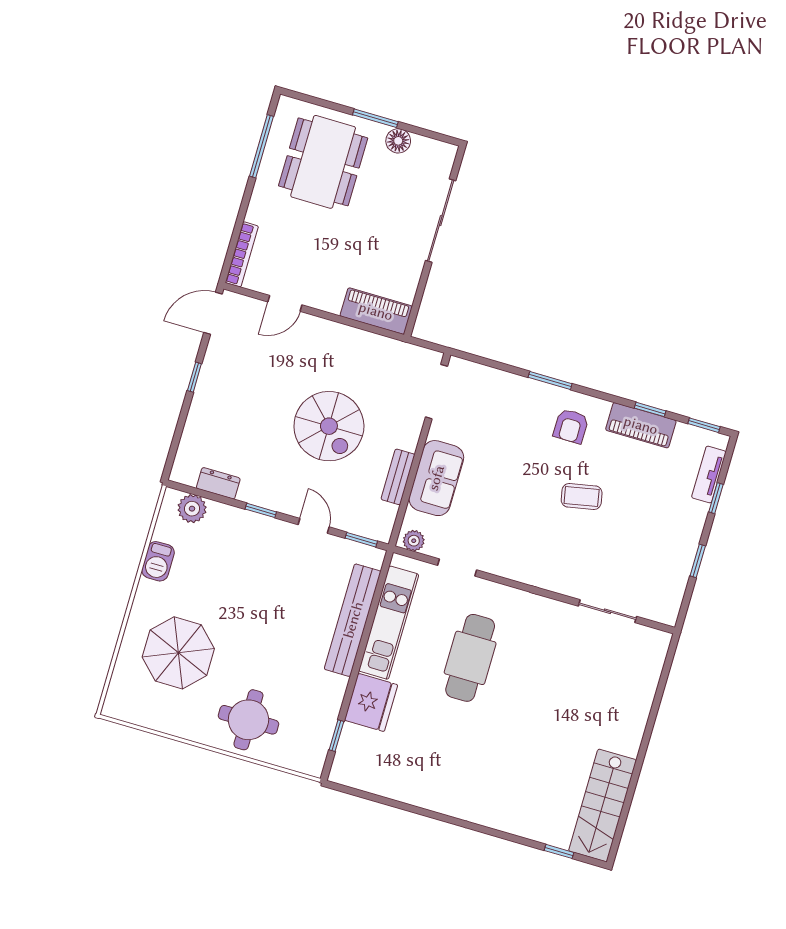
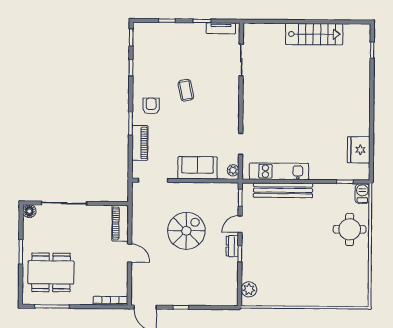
floor lamp: (398, 141) -> (29, 211), moved
door: (285, 303) -> (130, 253), moved
piano: (641, 425) -> (140, 143), moved
armchair: (571, 426) -> (151, 106), turned -90
tv unit: (709, 475) -> (221, 28), moved
bench: (398, 477) -> (202, 188), removed
dresser: (218, 483) -> (232, 246), moved
barbecue: (158, 561) -> (362, 194), moved, turned -90
parasol: (178, 653) -> (325, 275), removed
cafe table: (470, 658) -> (285, 124), removed
fridge: (371, 702) -> (359, 150), moved, turned -90
stairs: (603, 805) -> (314, 34), moved

